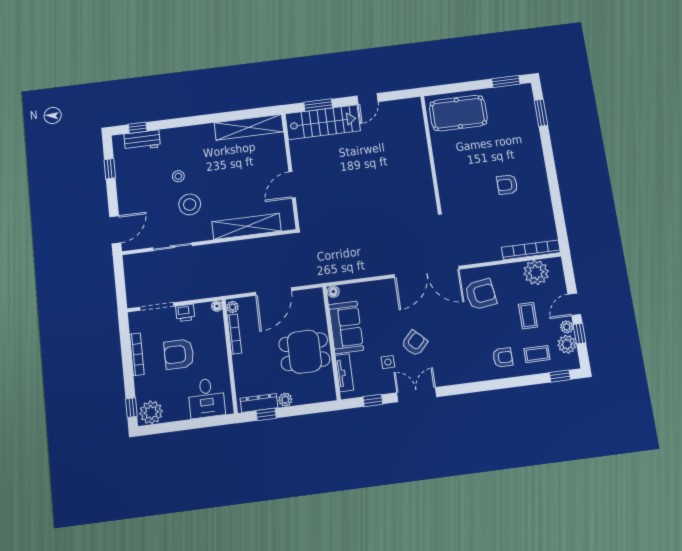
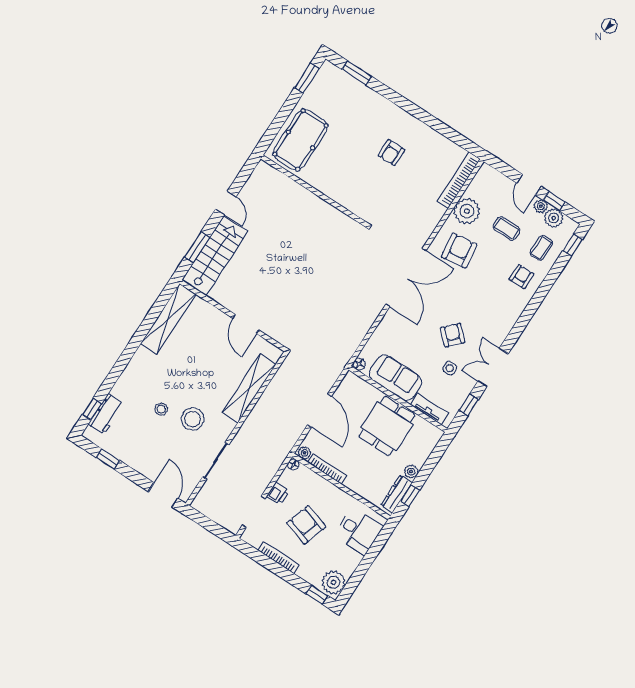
plant: (536, 272) -> (467, 211), moved
armchair: (179, 354) -> (306, 525), turned 108

